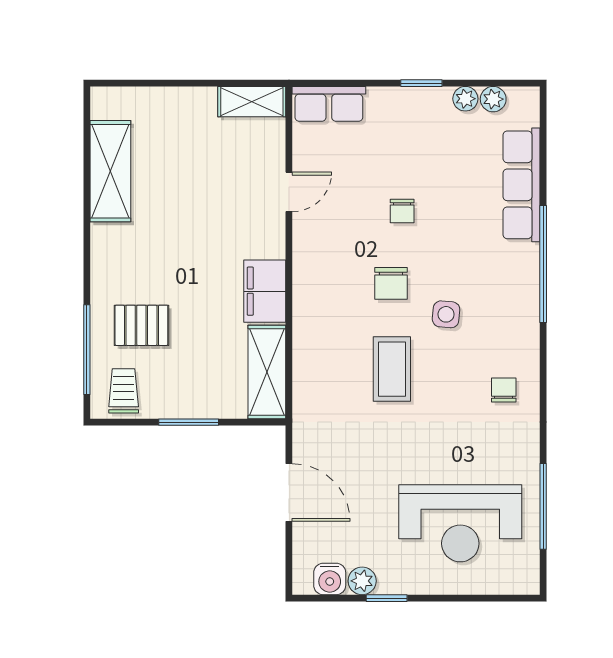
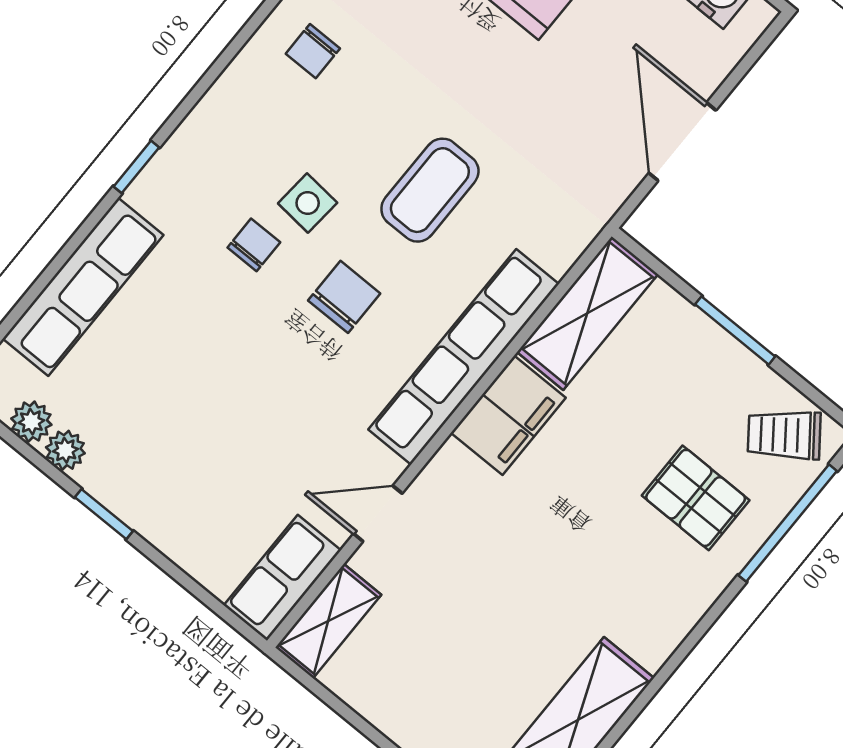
shelving: (252, 102) -> (328, 621), moved, turned 90
row of seats: (329, 104) -> (282, 578), moved, turned -90
chair: (402, 211) -> (254, 245), moved
window: (543, 264) -> (136, 167), width x0.32
row of seats: (310, 302) -> (464, 357), added
trolley: (124, 391) -> (784, 435), turned 53

